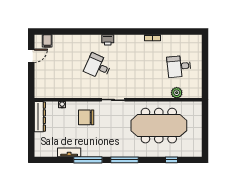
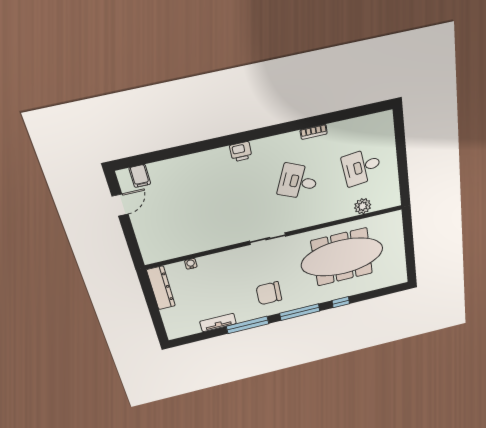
desk: (98, 66) -> (298, 182), moved
chair: (86, 117) -> (269, 293), moved
window: (171, 160) -> (341, 302), moved

